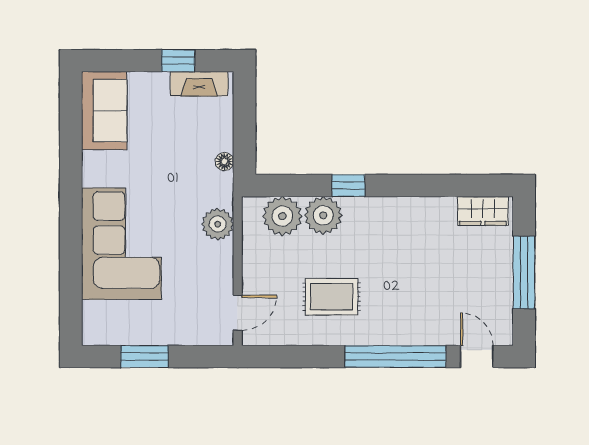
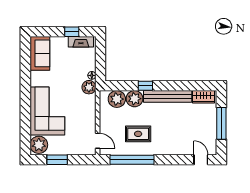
bench: (400, 210) -> (168, 96), added
plant: (218, 224) -> (89, 87), moved
door: (238, 313) -> (98, 141), hinge flipped
plant: (102, 322) -> (39, 145), added
window: (396, 357) -> (132, 160), moved

